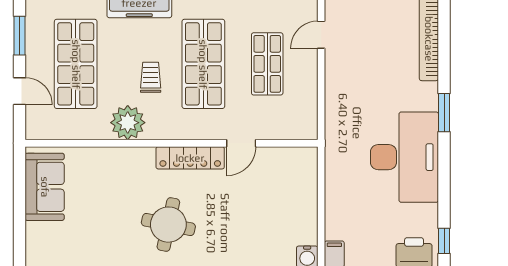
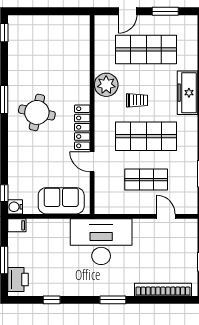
desk: (404, 157) -> (101, 242), moved, turned 180
sofa: (45, 187) -> (61, 201), moved, turned 180
window: (444, 241) -> (52, 300), moved

